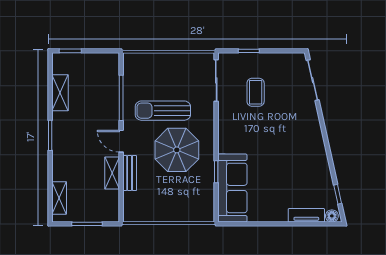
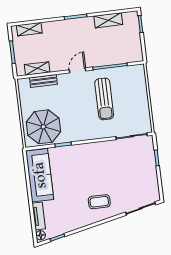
coffee table: (256, 92) -> (99, 202), moved
sun lounger: (163, 111) -> (104, 99), turned 180
parasol: (177, 150) -> (43, 127), moved
shelving: (112, 173) -> (37, 68), moved
bench: (130, 173) -> (43, 81), moved
sofa: (232, 188) -> (40, 175), moved, turned -90

